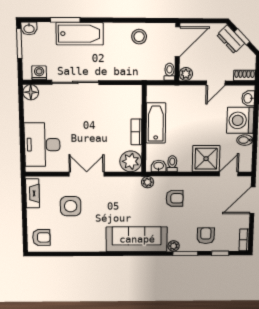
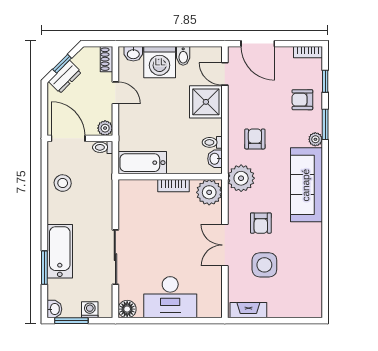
washing machine: (39, 73) -> (90, 310), moved, turned 90
bathtub: (156, 123) -> (142, 163), moved
desk: (42, 145) -> (170, 297), moved
plant: (148, 182) -> (241, 178), width x1.88, depth x1.88
armchair: (41, 237) -> (261, 223), moved, turned 180

